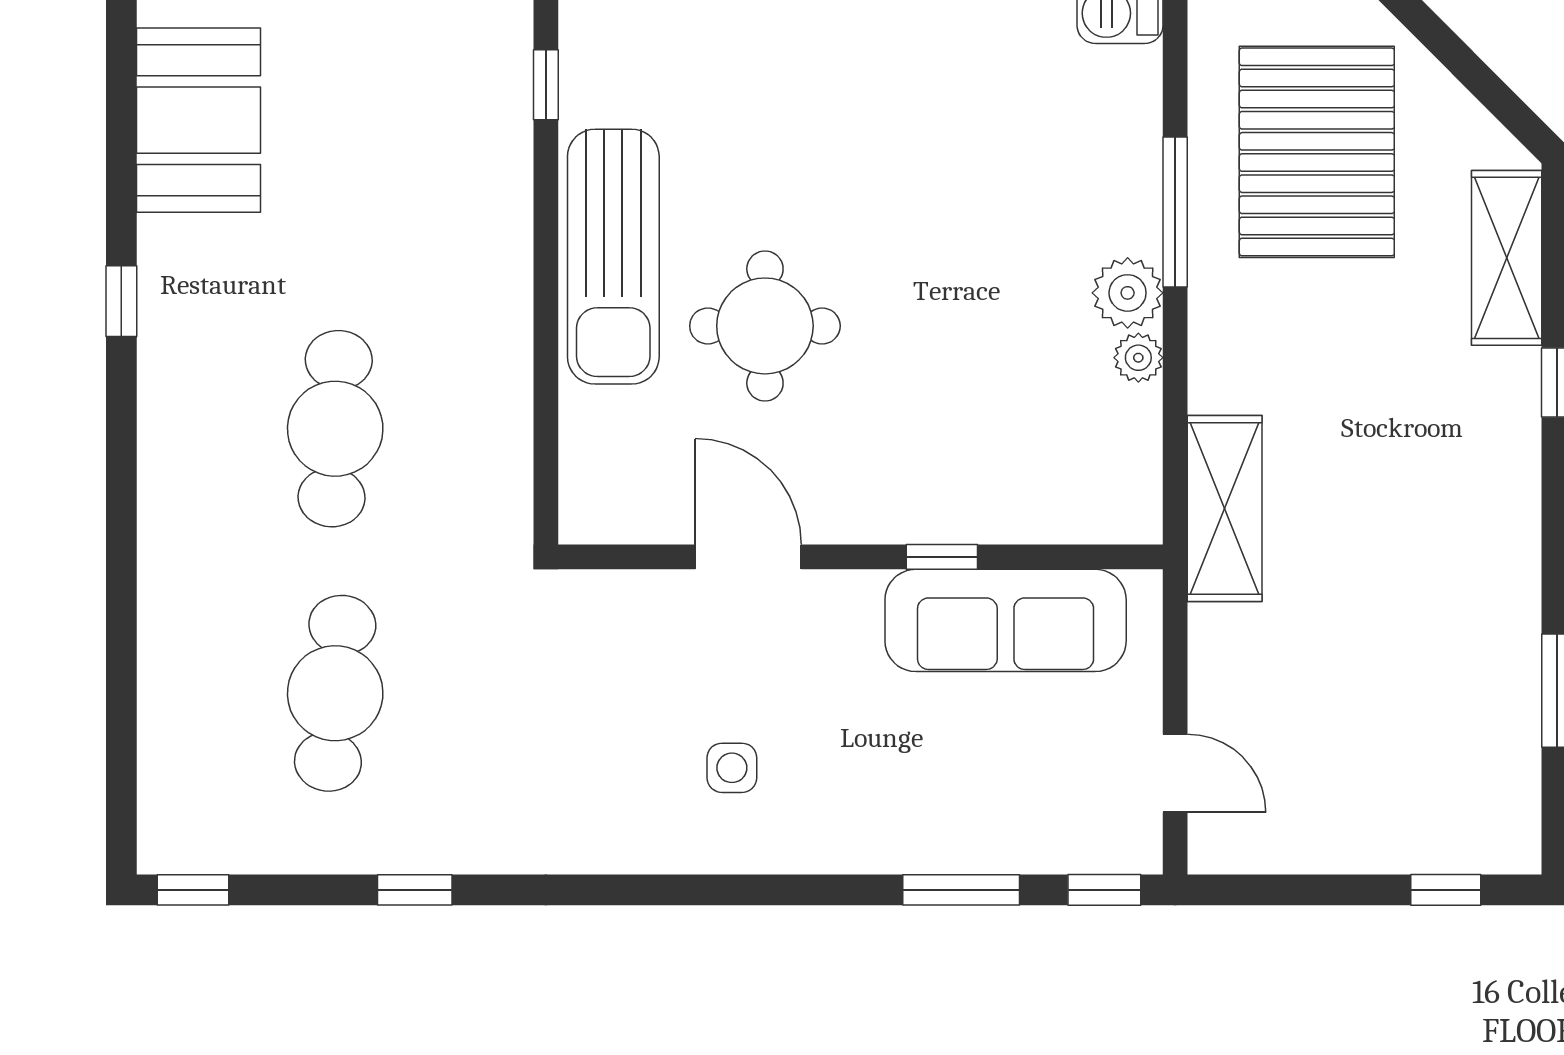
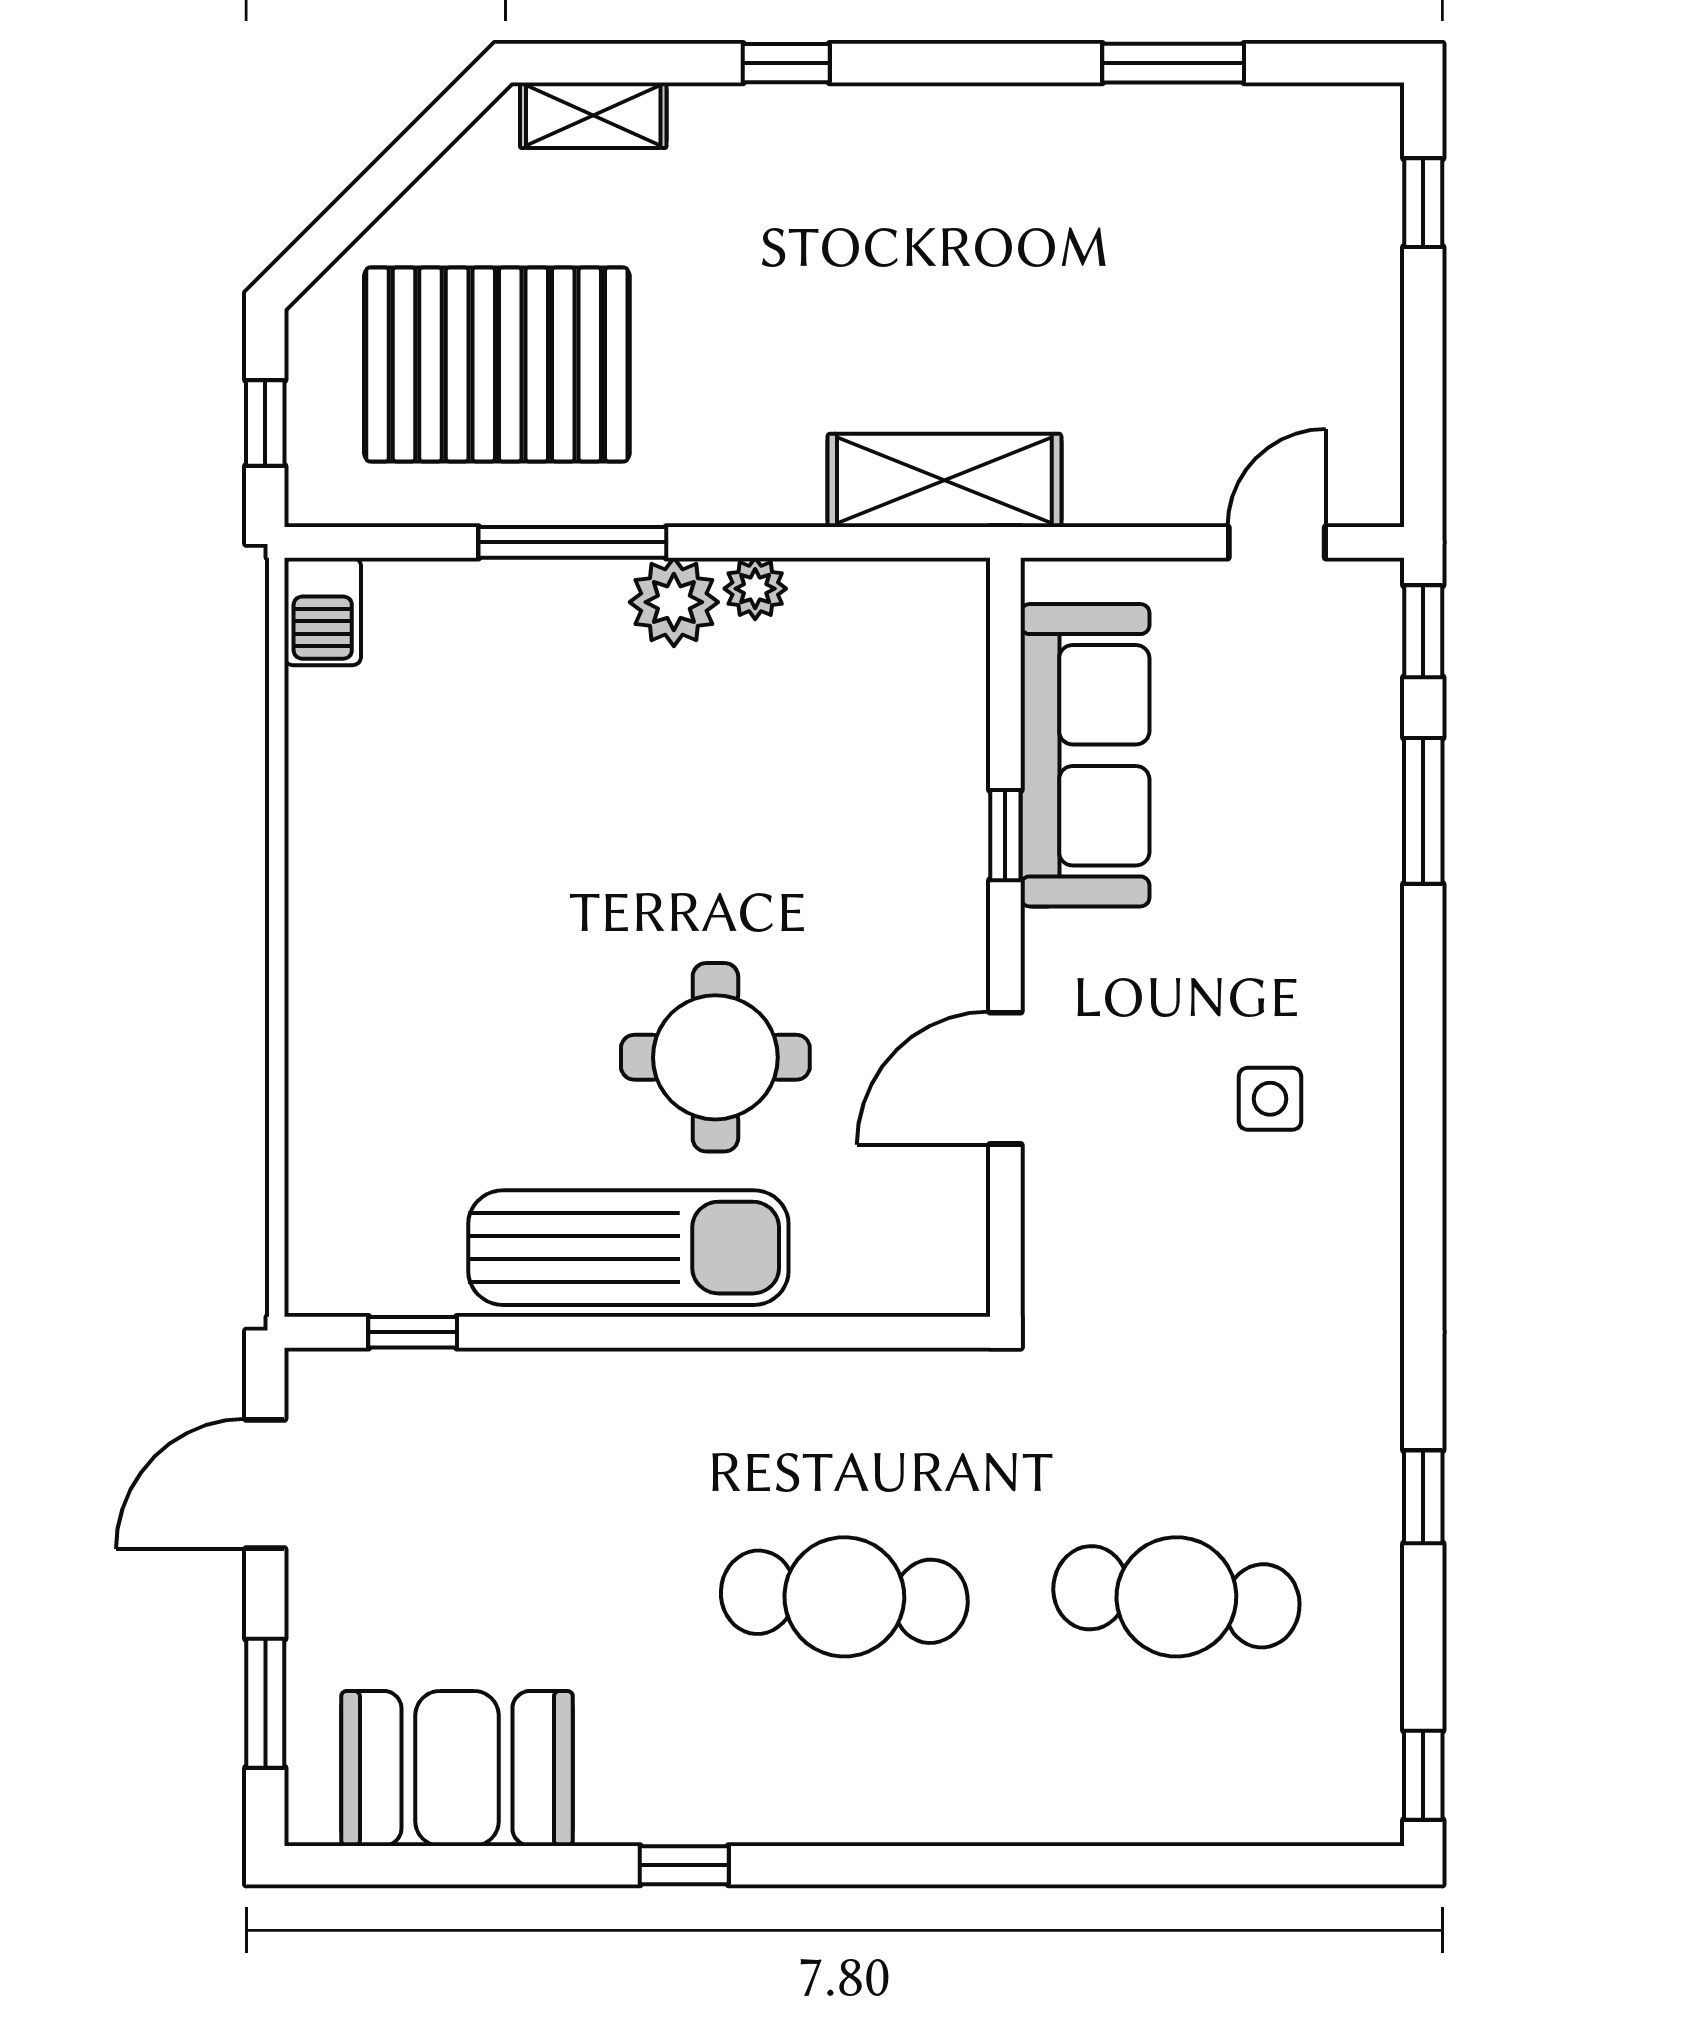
shelving: (1507, 258) -> (593, 115), width x0.67, depth x0.75

